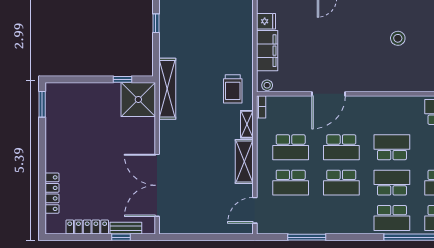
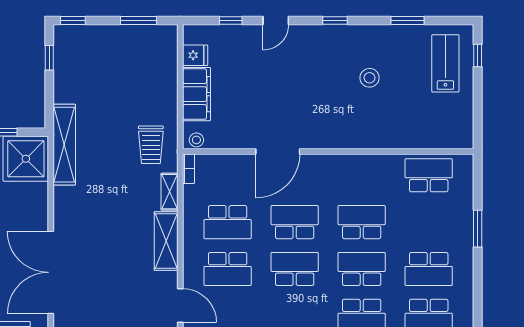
school desk: (341, 147) -> (295, 222), turned 180
school desk: (341, 183) -> (295, 269), turned 180
door: (255, 210) -> (180, 305), swing flipped

